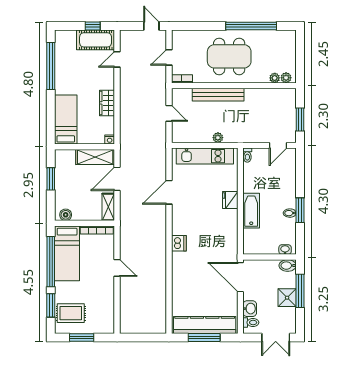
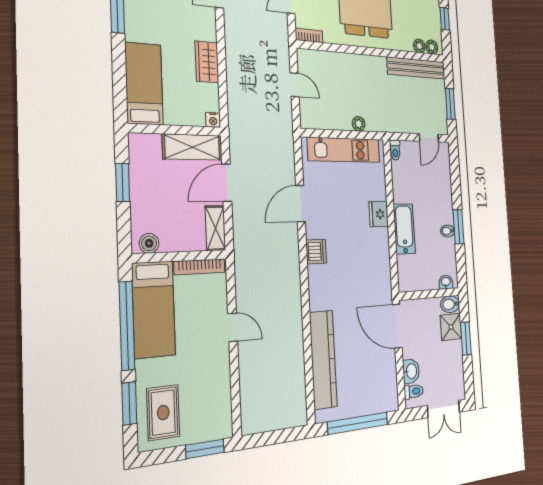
window: (300, 55) -> (445, 19), added
bench: (218, 95) -> (416, 68), moved
dishwasher: (179, 243) -> (316, 251), moved
window: (300, 291) -> (466, 339), width x0.69
shower: (287, 298) -> (451, 327), moved
rug: (71, 313) -> (163, 413), turned 90
kitchen counter: (205, 325) -> (323, 360), moved, turned 90
window: (82, 338) -> (205, 449), moved
window: (204, 338) -> (358, 423), width x1.46

